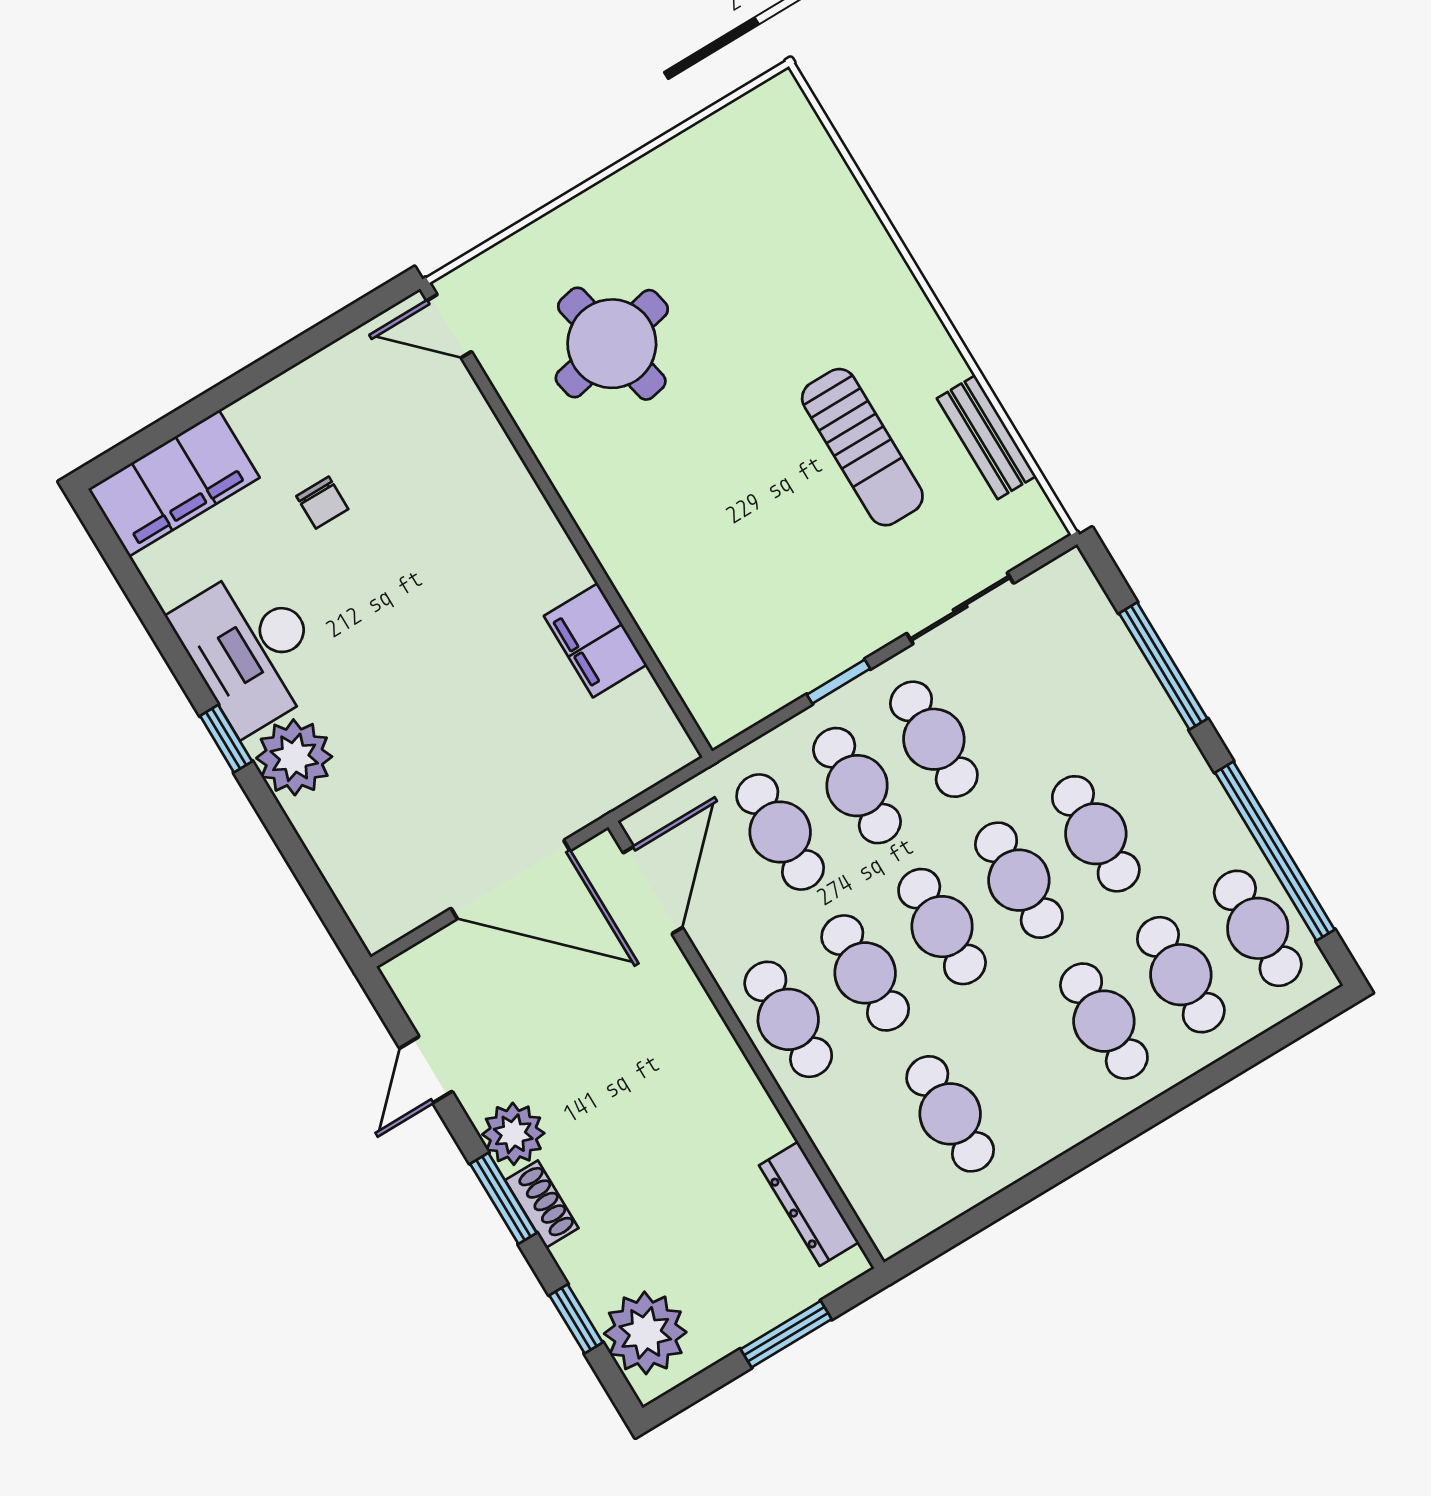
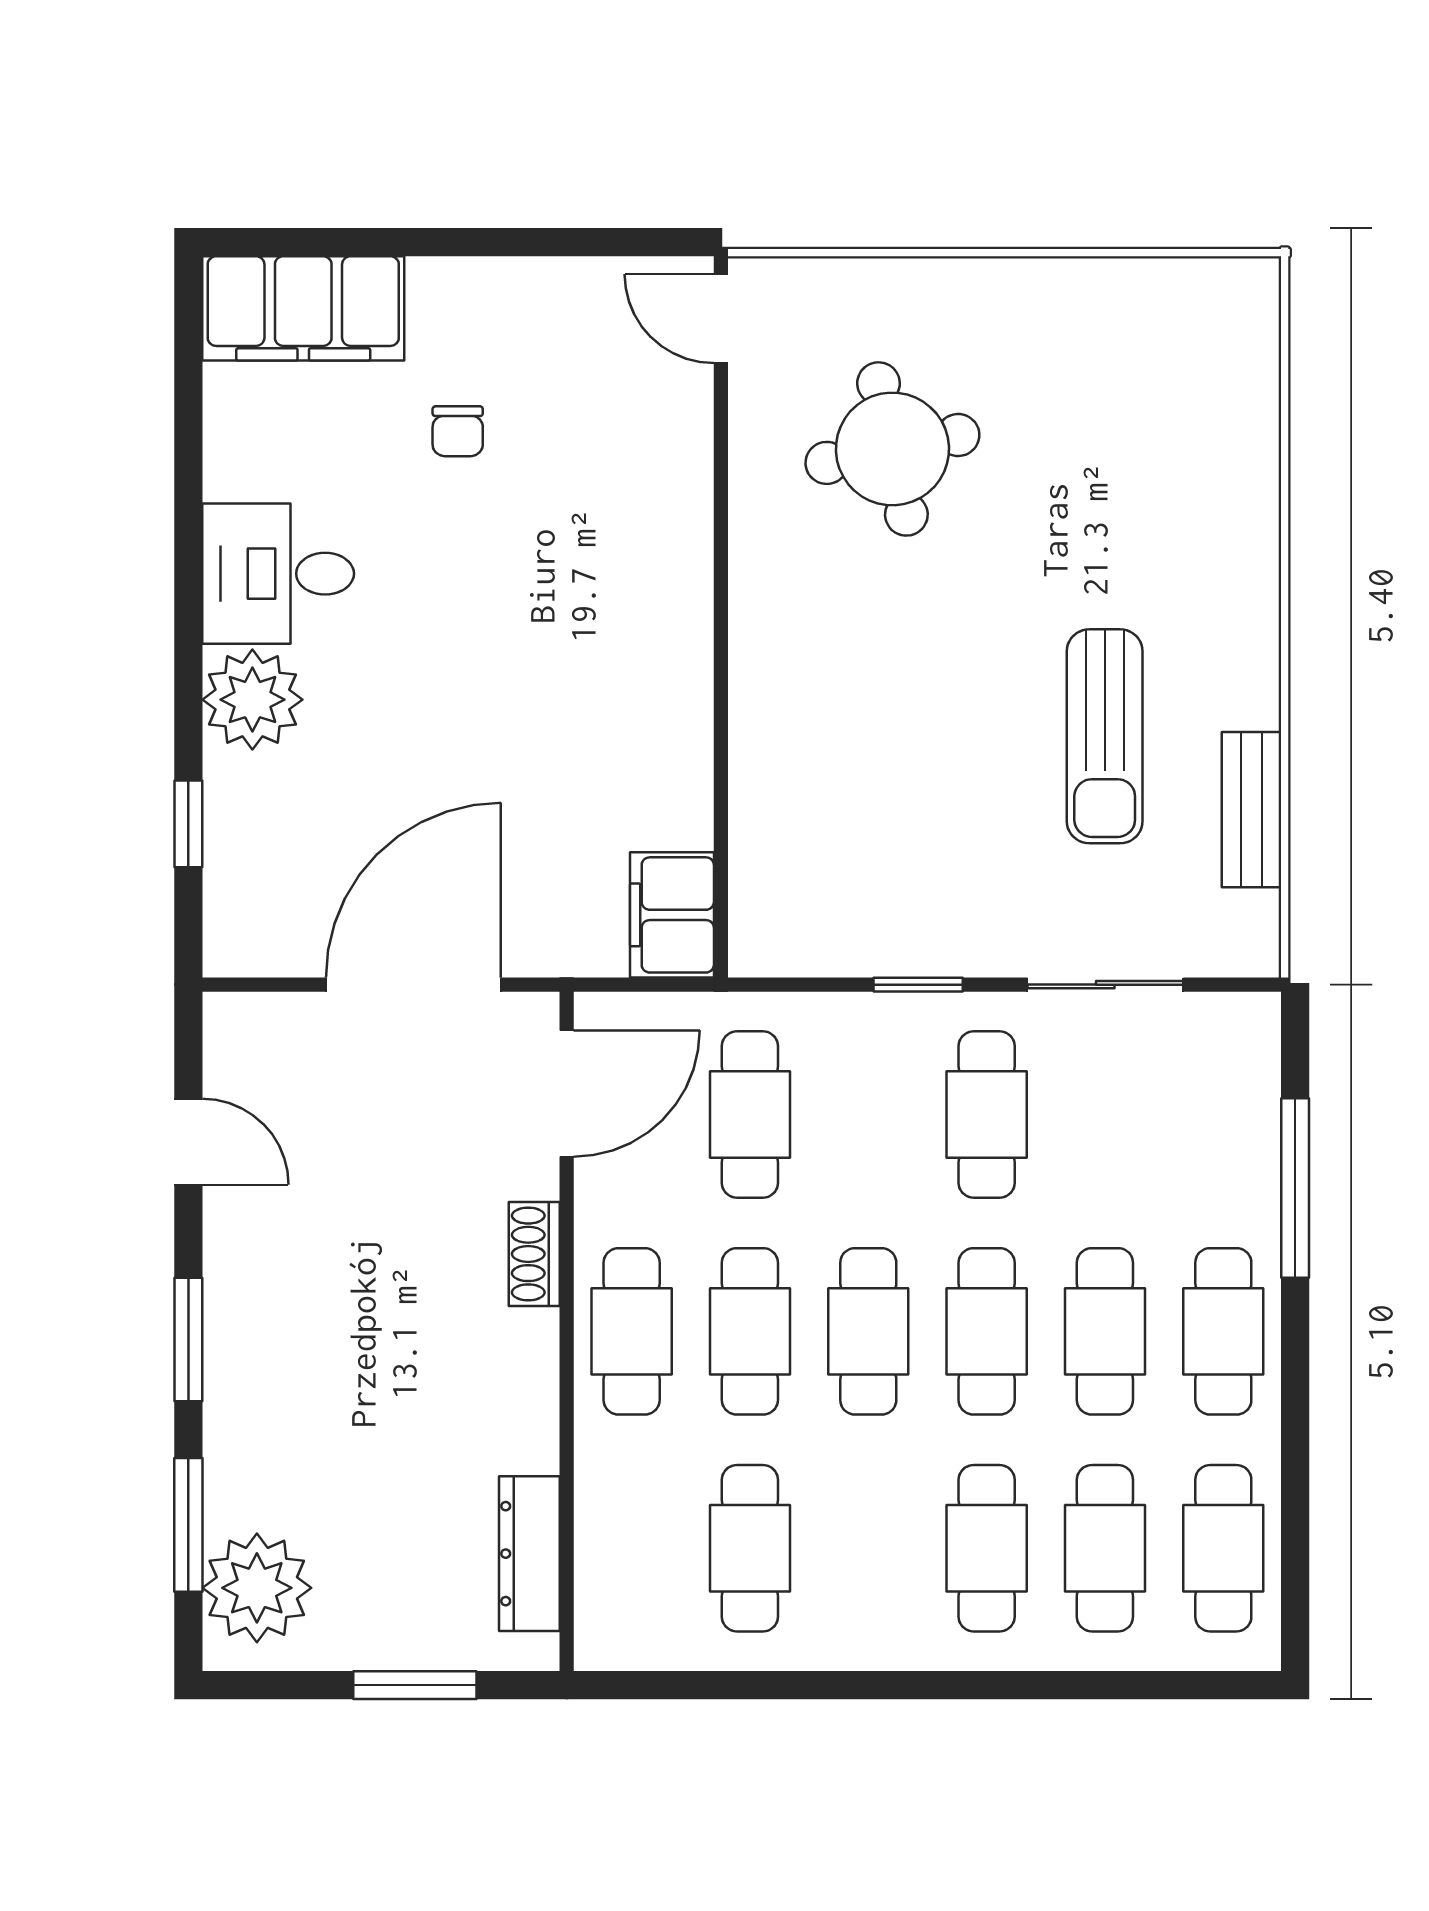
filing cabinet: (595, 640) -> (672, 915), moved
desk: (251, 648) -> (278, 574), width x0.73
window: (226, 739) -> (188, 824), moved
cafe table: (857, 786) -> (1223, 1331), moved
window: (1275, 851) -> (1295, 1473), removed
door: (511, 879) -> (413, 985), swing flipped
door: (426, 1070) -> (188, 1142), swing flipped
plant: (513, 1134) -> (243, 1273), removed
shoe rack: (542, 1204) -> (534, 1254), moved, turned 180
window: (576, 1319) -> (188, 1525), width x1.50

